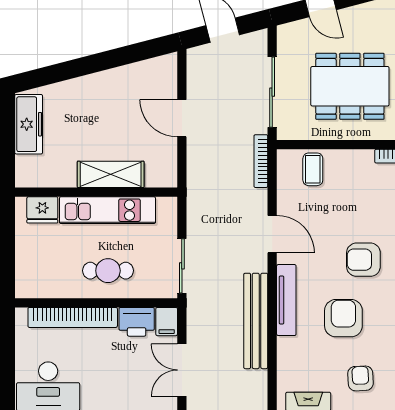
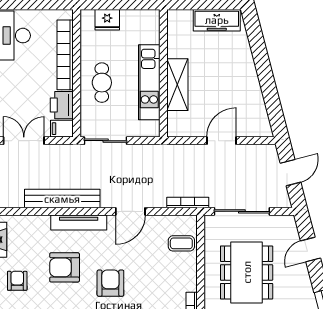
fridge: (42, 210) -> (107, 20), moved, turned -90
armchair: (343, 318) -> (65, 267), turned 180
armchair: (360, 378) -> (17, 281), turned -87

